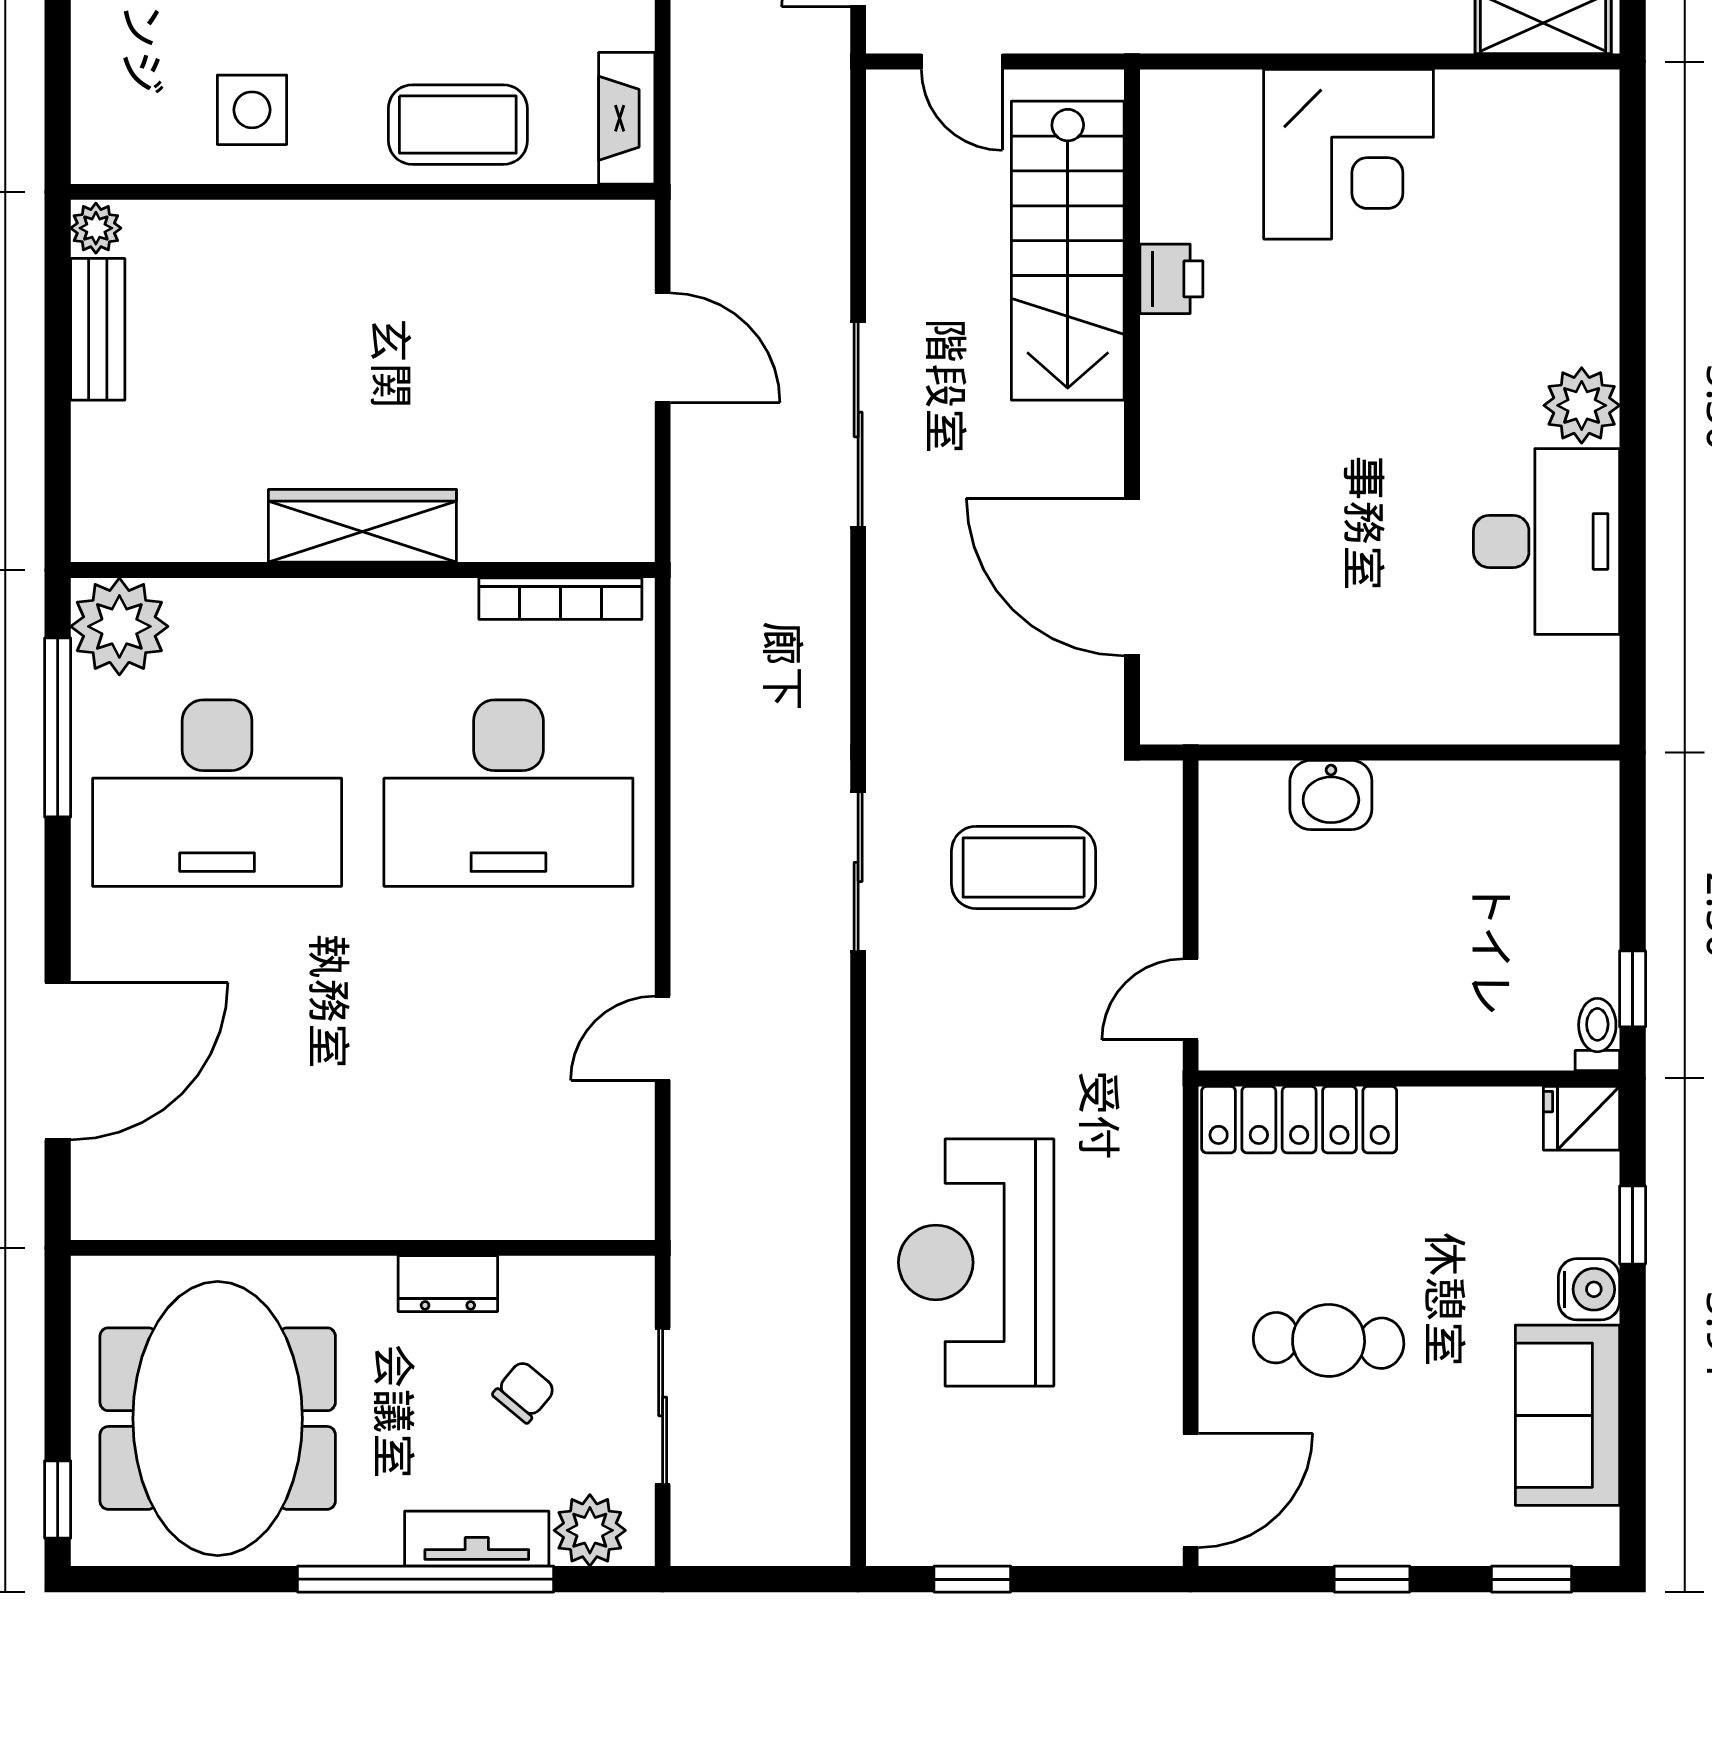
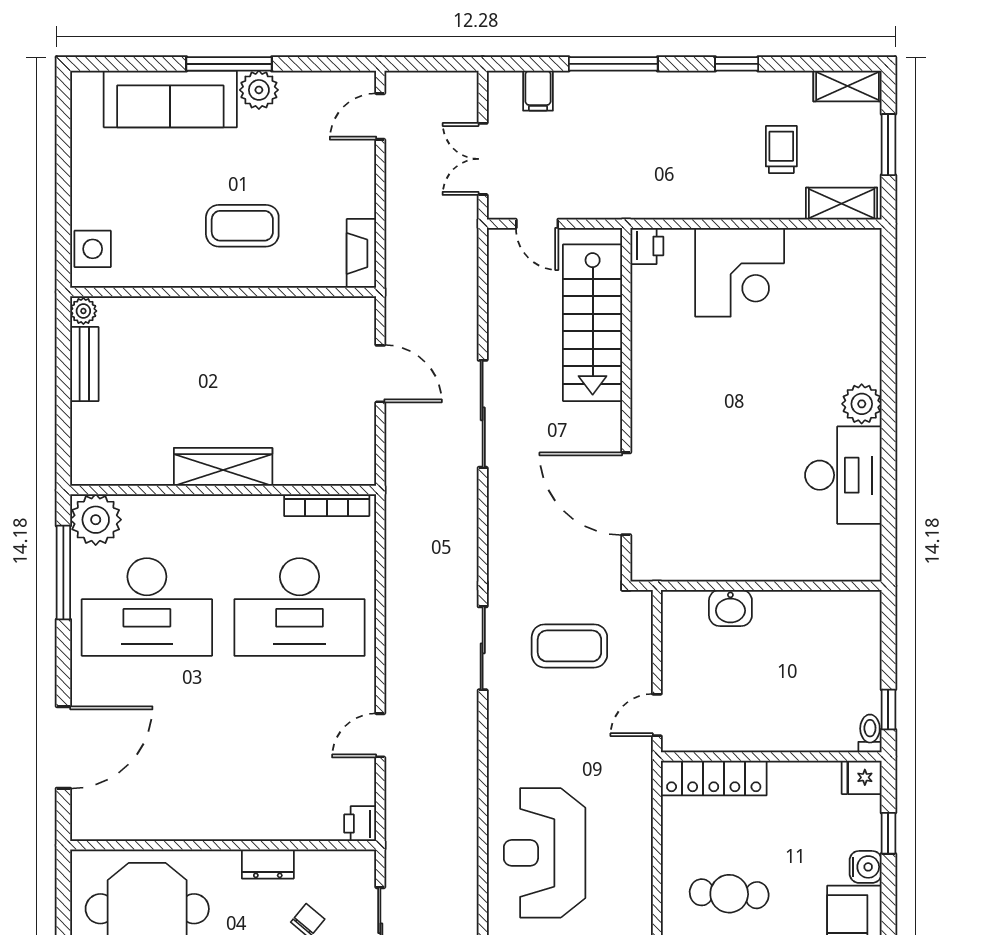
side table: (252, 110) -> (93, 249), moved
coffee table: (458, 125) -> (242, 226), moved
printer: (1171, 279) -> (647, 246), moved
printer: (624, 1207) -> (360, 824), added

